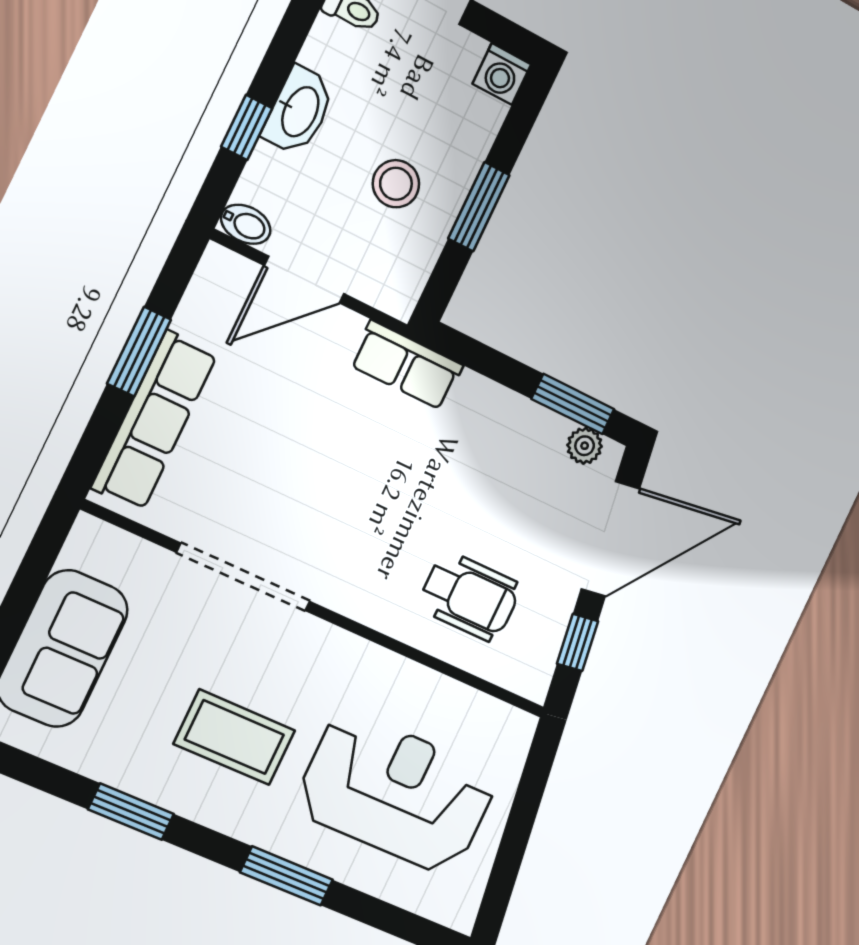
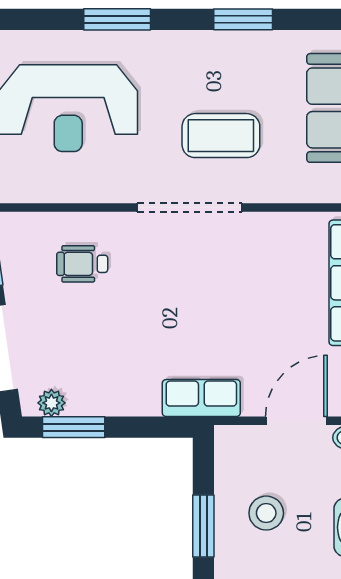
doorway: (244, 577) -> (190, 208), moved
wheelchair: (469, 596) -> (82, 264), width x0.73, depth x0.73
coffee table: (234, 737) -> (221, 136), moved

